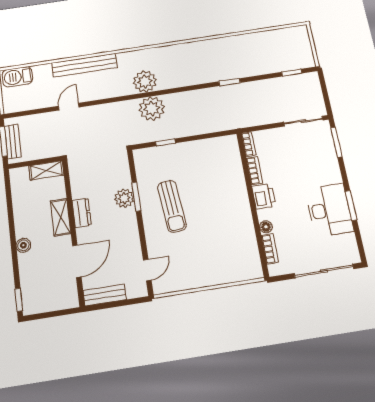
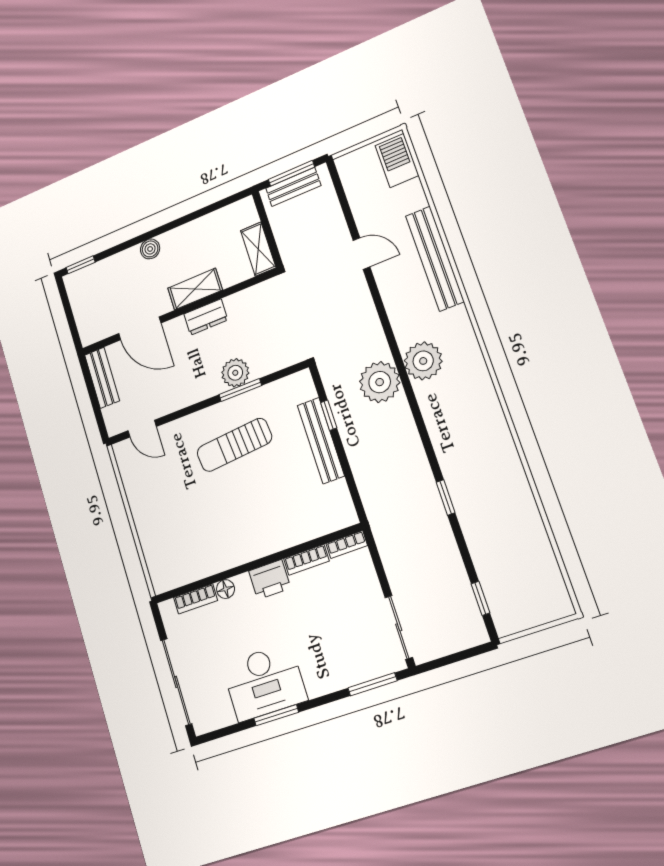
bench: (181, 150) -> (321, 441), added

